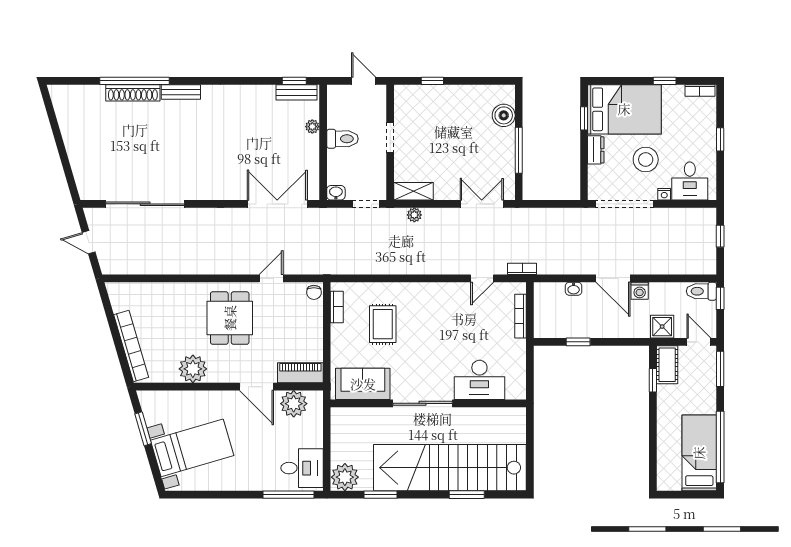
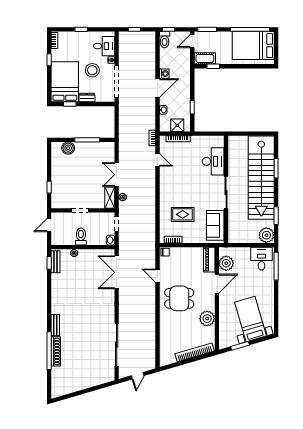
double door: (482, 204) -> (117, 175), moved
shower: (662, 327) -> (177, 125), moved
bed: (699, 453) -> (253, 46), width x1.50

